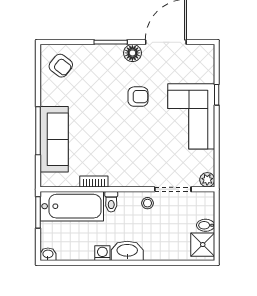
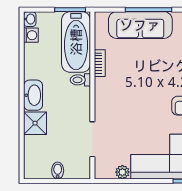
plant: (207, 180) -> (122, 172), moved
stool: (147, 203) -> (79, 115), removed
shower: (203, 245) -> (35, 123), moved
washing machine: (102, 253) -> (31, 35), moved

